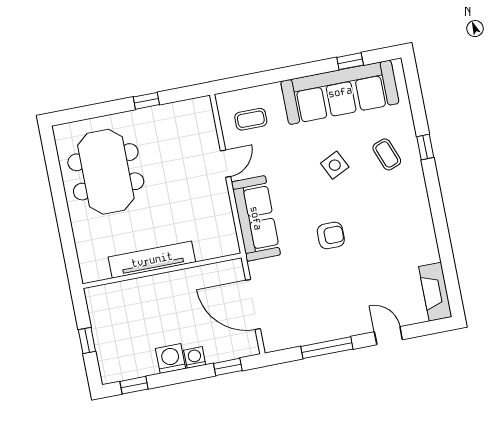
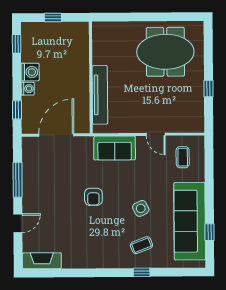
sofa: (256, 218) -> (115, 148), width x0.73
tv unit: (152, 260) -> (100, 95), moved

